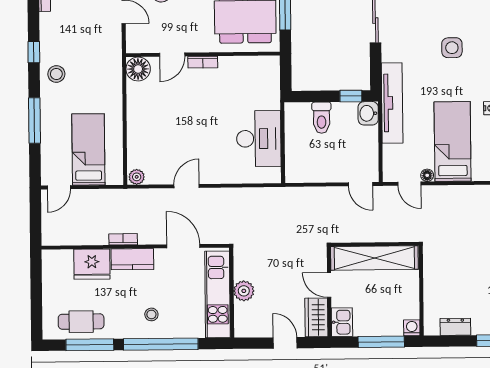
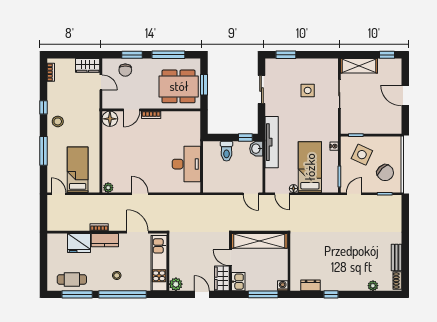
side table: (452, 48) -> (308, 90), moved
door: (187, 186) -> (140, 194), hinge flipped
door: (59, 187) -> (59, 194), swing flipped
plant: (244, 291) -> (176, 284), moved

